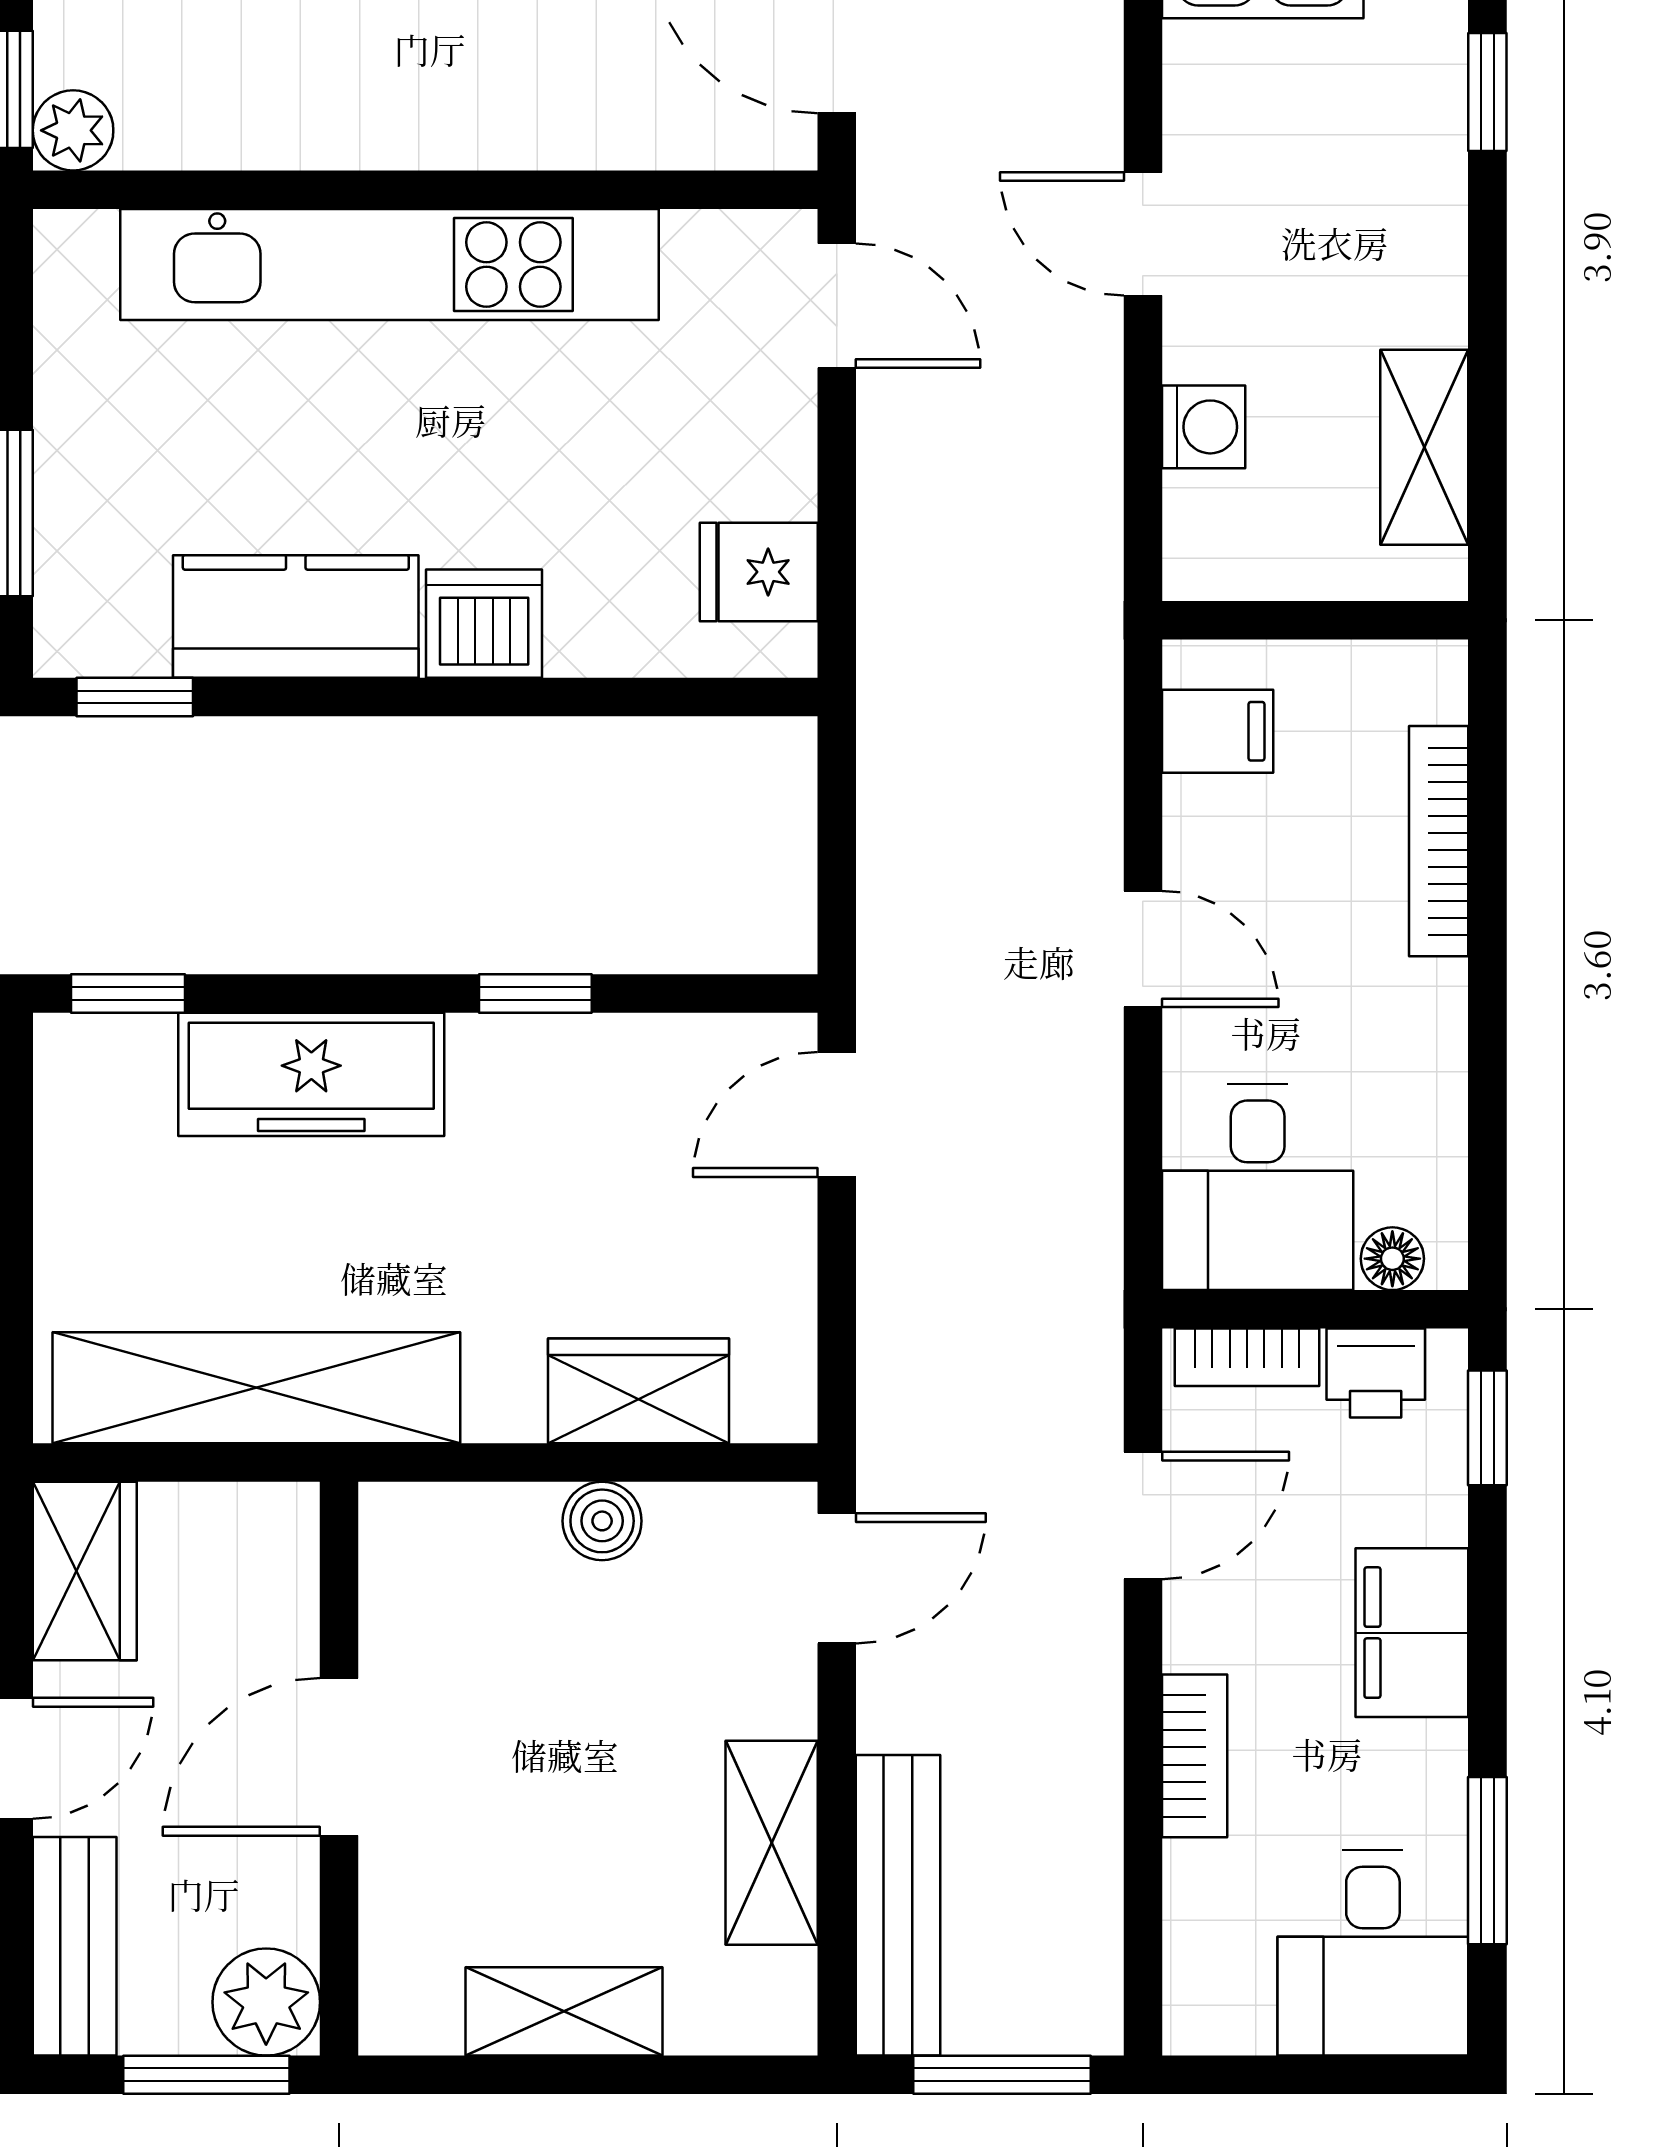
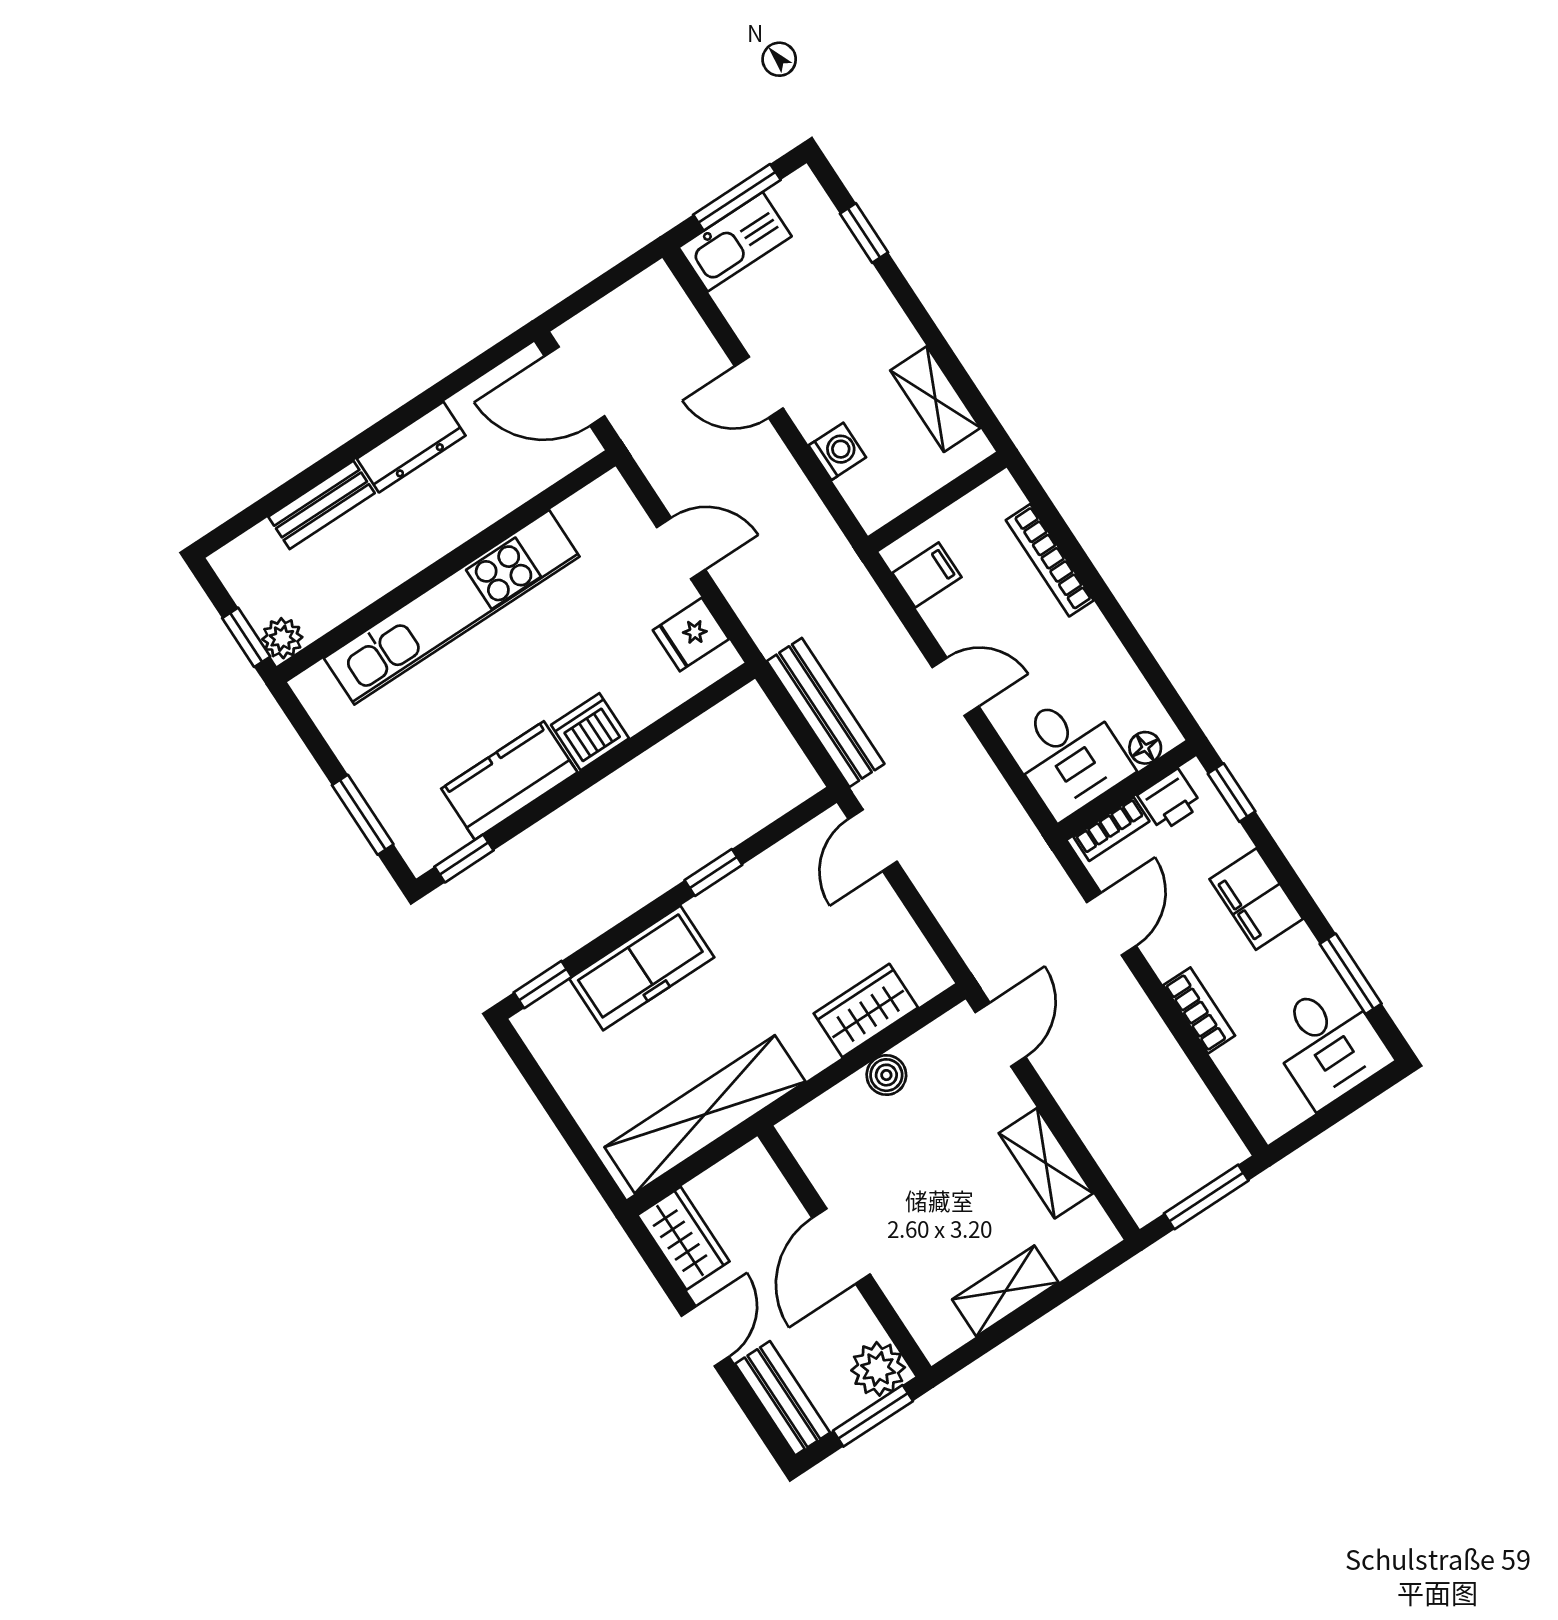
door: (837, 306) -> (681, 548), moved
bench: (898, 1905) -> (826, 712), moved

